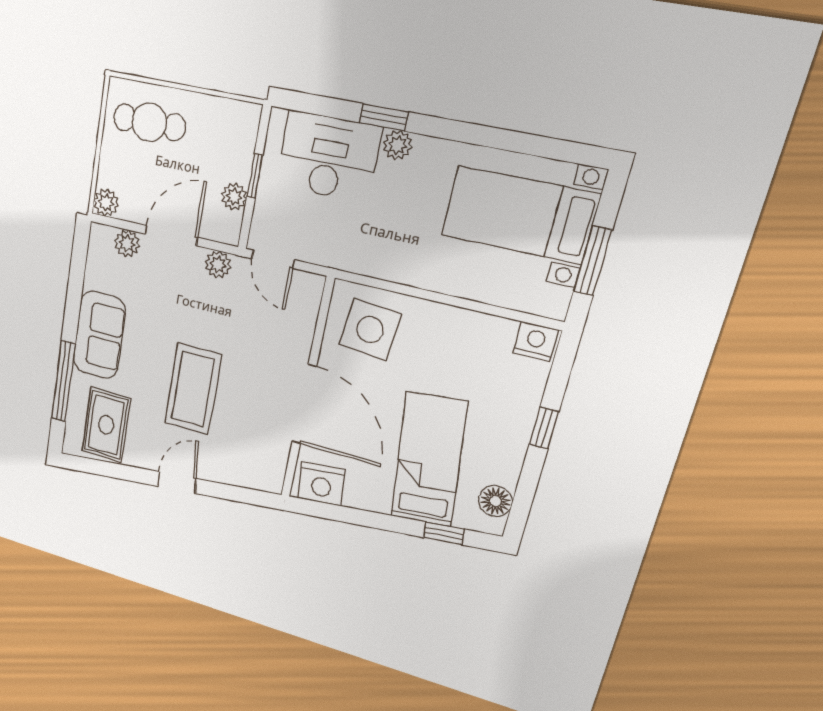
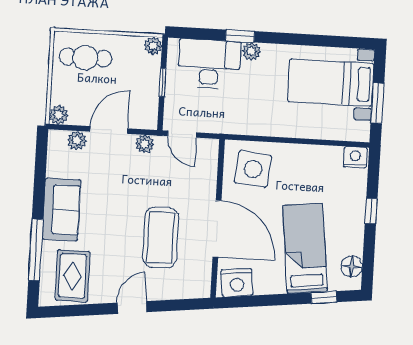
plant: (234, 197) -> (153, 46), moved
coffee table: (193, 389) -> (161, 238), moved

